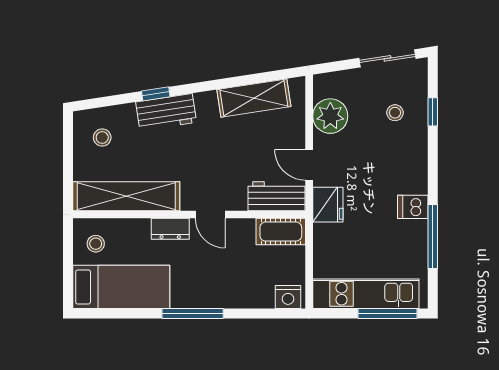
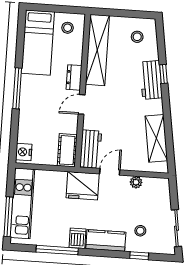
plant: (330, 116) -> (136, 182), width x0.53, depth x0.53
kitchen counter: (413, 164) -> (106, 240), added
fridge: (328, 205) -> (83, 186), width x1.36, depth x1.34

